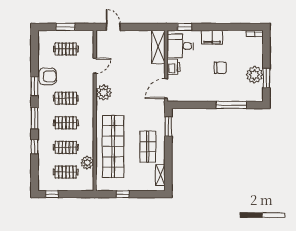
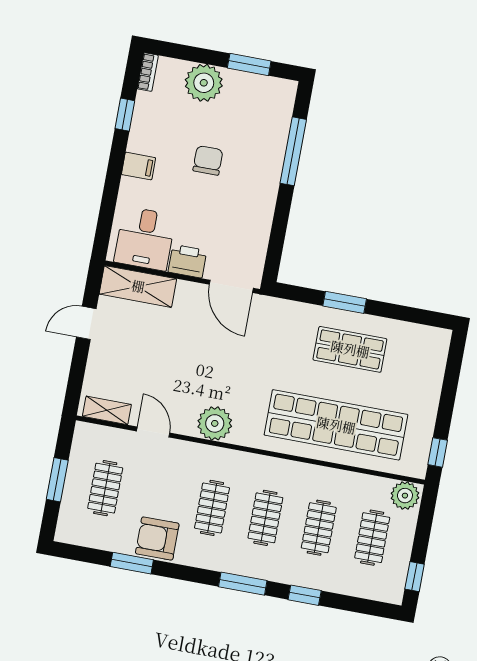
door: (113, 27) -> (86, 323), moved
window: (185, 27) -> (125, 115), moved
filing cabinet: (212, 37) -> (138, 166), width x0.50
plant: (254, 75) -> (204, 83), moved
armchair: (48, 76) -> (157, 538), turned -90
window: (35, 86) -> (132, 563), moved
window: (168, 127) -> (345, 302), moved
plant: (87, 163) -> (405, 496), moved
shelving: (160, 175) -> (107, 410), moved
window: (123, 194) -> (438, 452), moved

